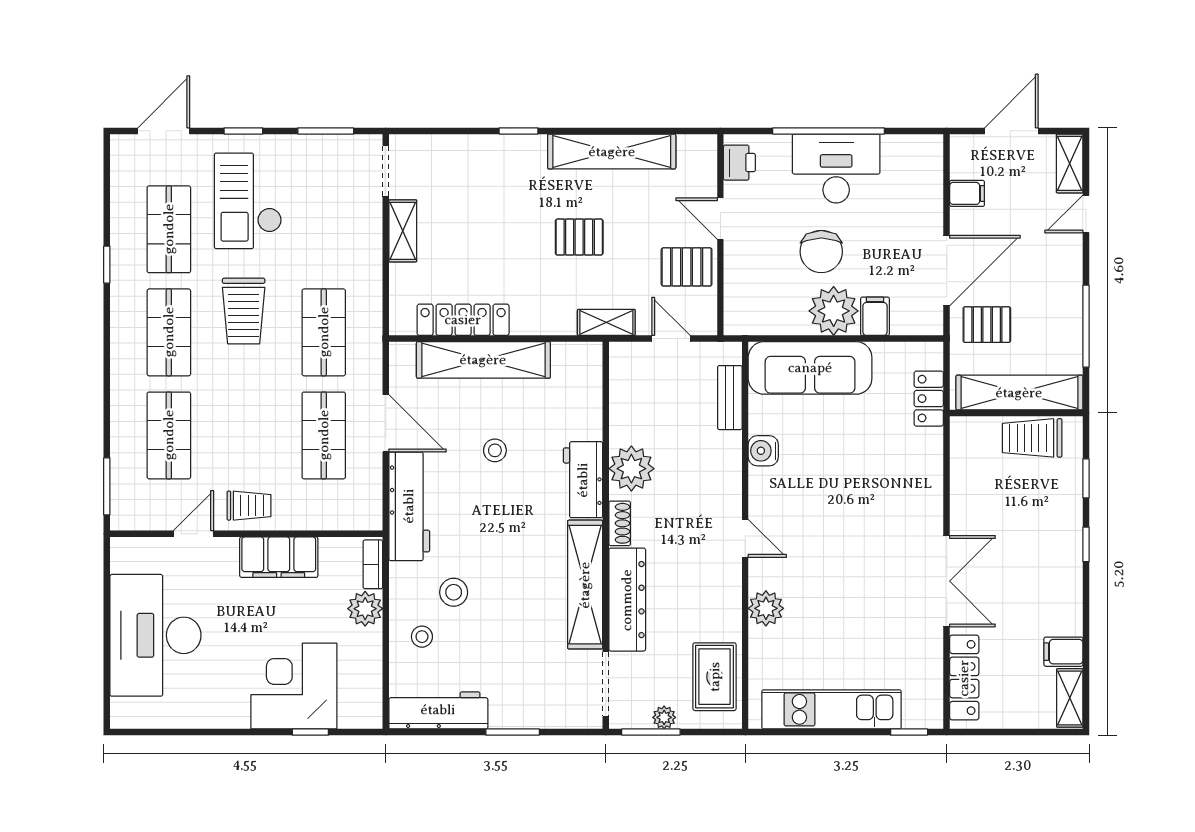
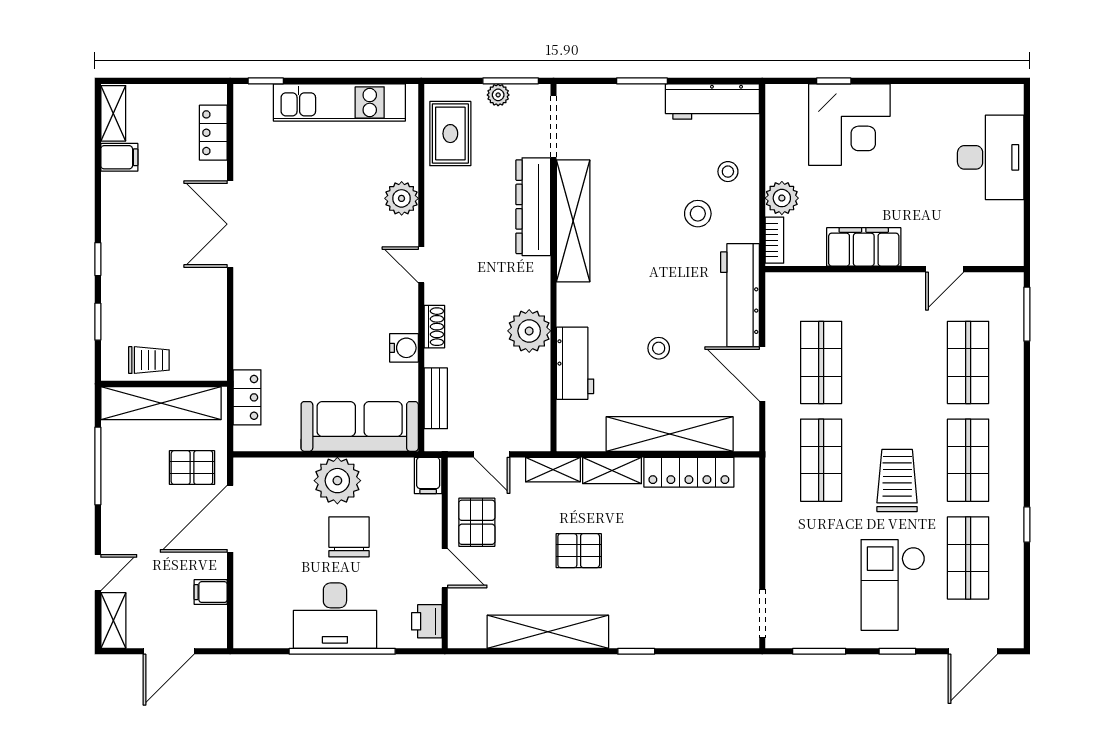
checkout: (248, 201) -> (893, 585), turned 180
shelving: (403, 231) -> (612, 470), moved, turned 90
pallet: (687, 267) -> (477, 522), turned 90
filing cabinet: (875, 316) -> (428, 475), moved
trolley: (1032, 438) -> (149, 360), width x0.73, depth x0.72
workbench: (583, 480) -> (575, 363), moved
trolley: (249, 506) -> (892, 296), removed
shoe rack: (620, 523) -> (434, 327), moved, turned 180
desk: (155, 635) -> (991, 157), width x0.73, depth x0.77
locker: (964, 678) -> (213, 133), width x0.66

